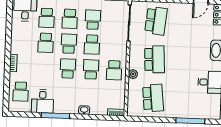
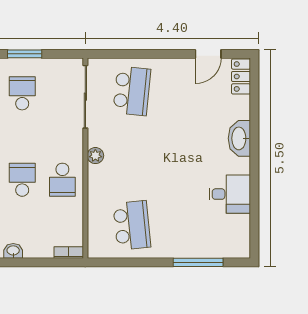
school desk: (92, 45) -> (22, 137), removed
school desk: (155, 59) -> (132, 158), removed
plant: (133, 74) -> (95, 156), moved

